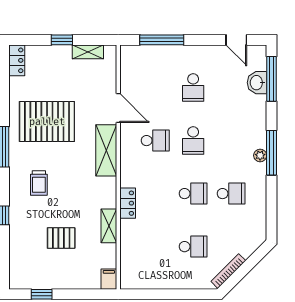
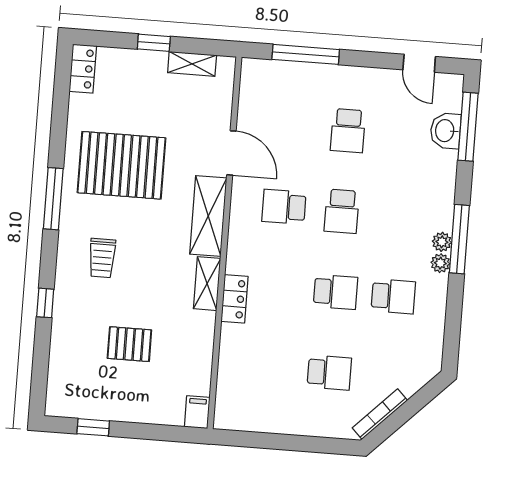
school desk: (155, 141) -> (284, 207), turned 180
plant: (260, 169) -> (440, 263), added
shelving: (109, 226) -> (207, 284), moved

